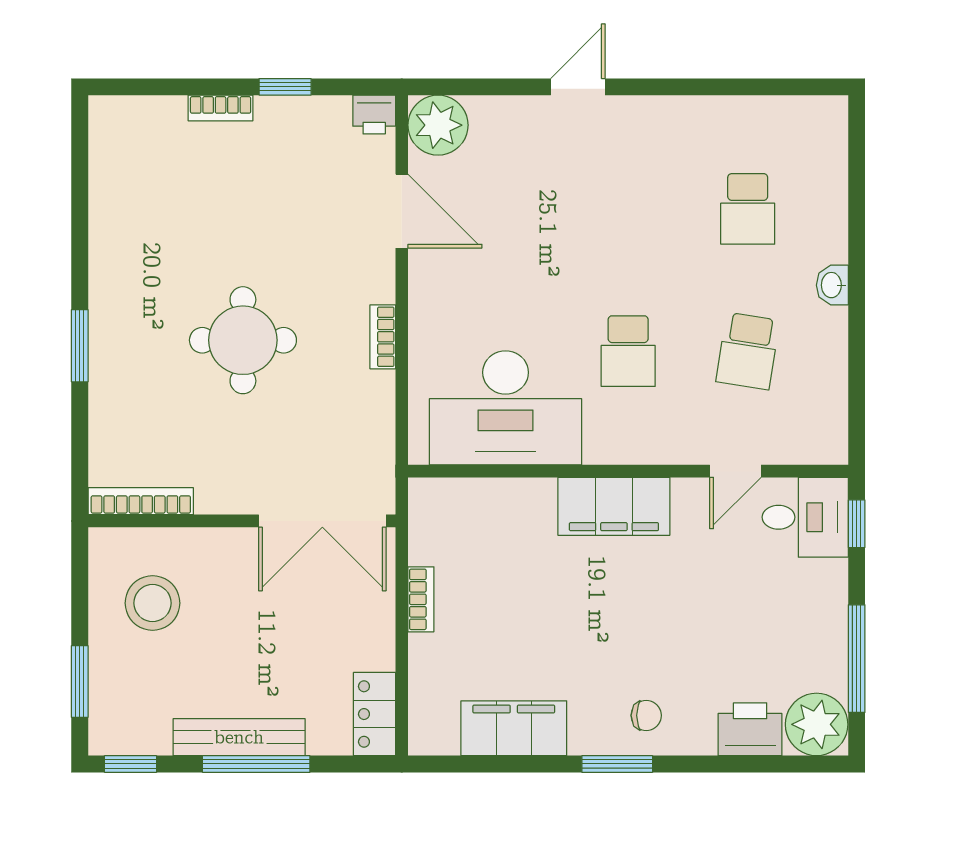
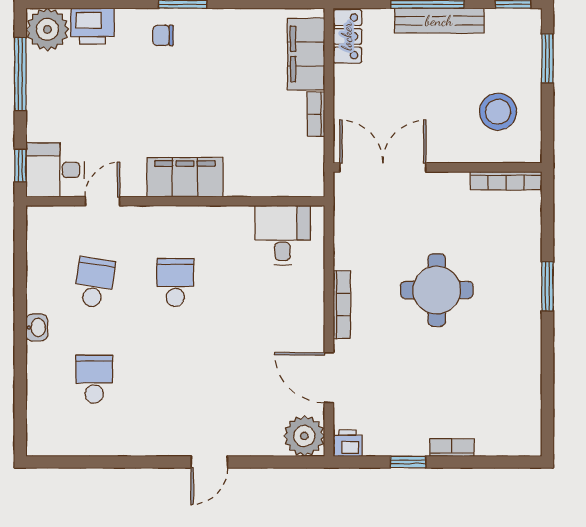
bookcase: (383, 337) -> (342, 305), width x1.56
desk: (506, 408) -> (283, 235), width x0.53, depth x0.77
filing cabinet: (514, 728) -> (306, 54), moved, turned 90

